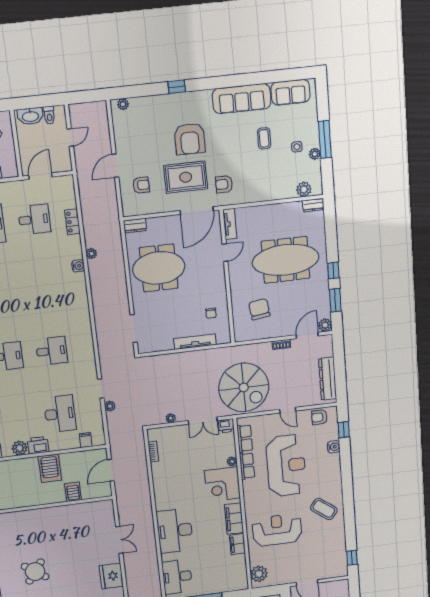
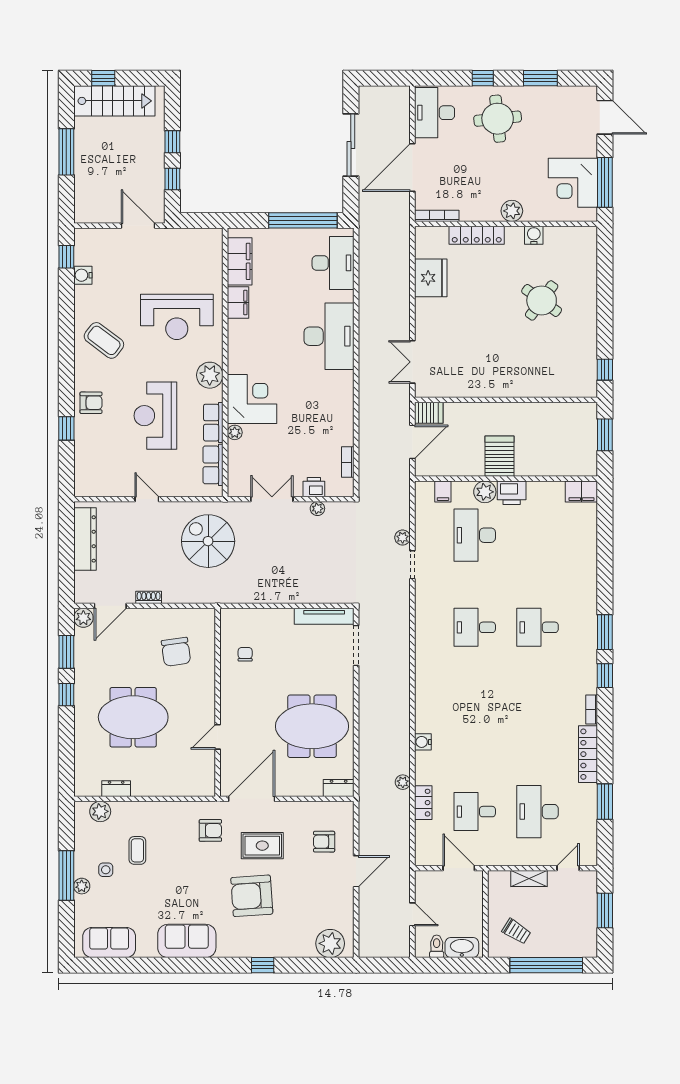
sofa: (242, 99) -> (187, 941), width x0.73
plant: (123, 104) -> (330, 943), width x1.88, depth x1.88
door: (70, 138) -> (412, 914), swing flipped
coffee table: (264, 138) -> (137, 850), moved
armchair: (190, 139) -> (252, 896), turned -94
plant: (315, 154) -> (82, 886), moved
door: (40, 176) -> (459, 868), swing flipped
rug: (186, 177) -> (262, 846), width x0.73, depth x0.70
dresser: (313, 205) -> (116, 789), moved
tv unit: (230, 224) -> (207, 776), removed
plant: (91, 254) -> (403, 782), moved
meeting table: (286, 260) -> (133, 717), width x0.73
tv unit: (195, 342) -> (324, 616), moved
spiral stairs: (244, 387) -> (208, 541), width x0.73, depth x0.73
armchair: (319, 417) -> (91, 403), moved
printer: (226, 426) -> (314, 487), moved
window: (344, 430) -> (66, 428), moved
water cooler: (334, 447) -> (83, 275), moved
plant: (20, 448) -> (485, 492), moved
reception desk: (286, 465) -> (155, 416), width x0.74, depth x0.77
server rack: (73, 492) -> (429, 413), moved, turned -90
filing cabinet: (234, 518) -> (240, 261), moved
double door: (119, 540) -> (412, 362), moved
plant: (259, 574) -> (210, 375), moved

